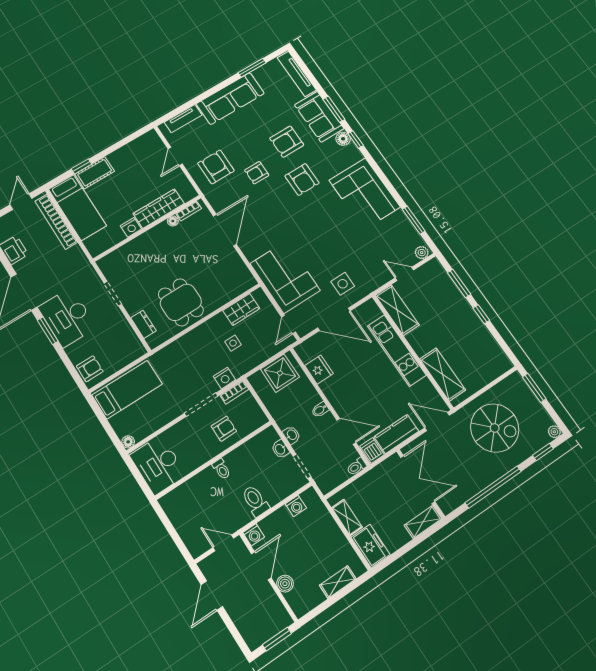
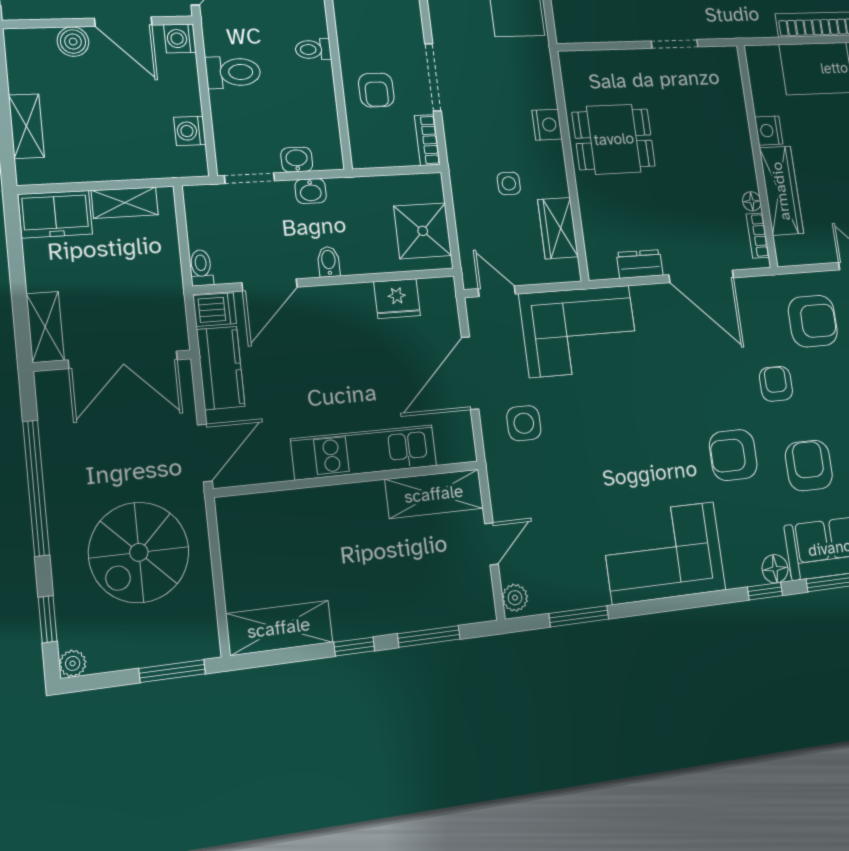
dresser: (143, 324) -> (640, 264), moved, turned 180
shelving: (443, 375) -> (279, 628), moved
nightstand: (224, 378) -> (547, 125), moved, turned 180

